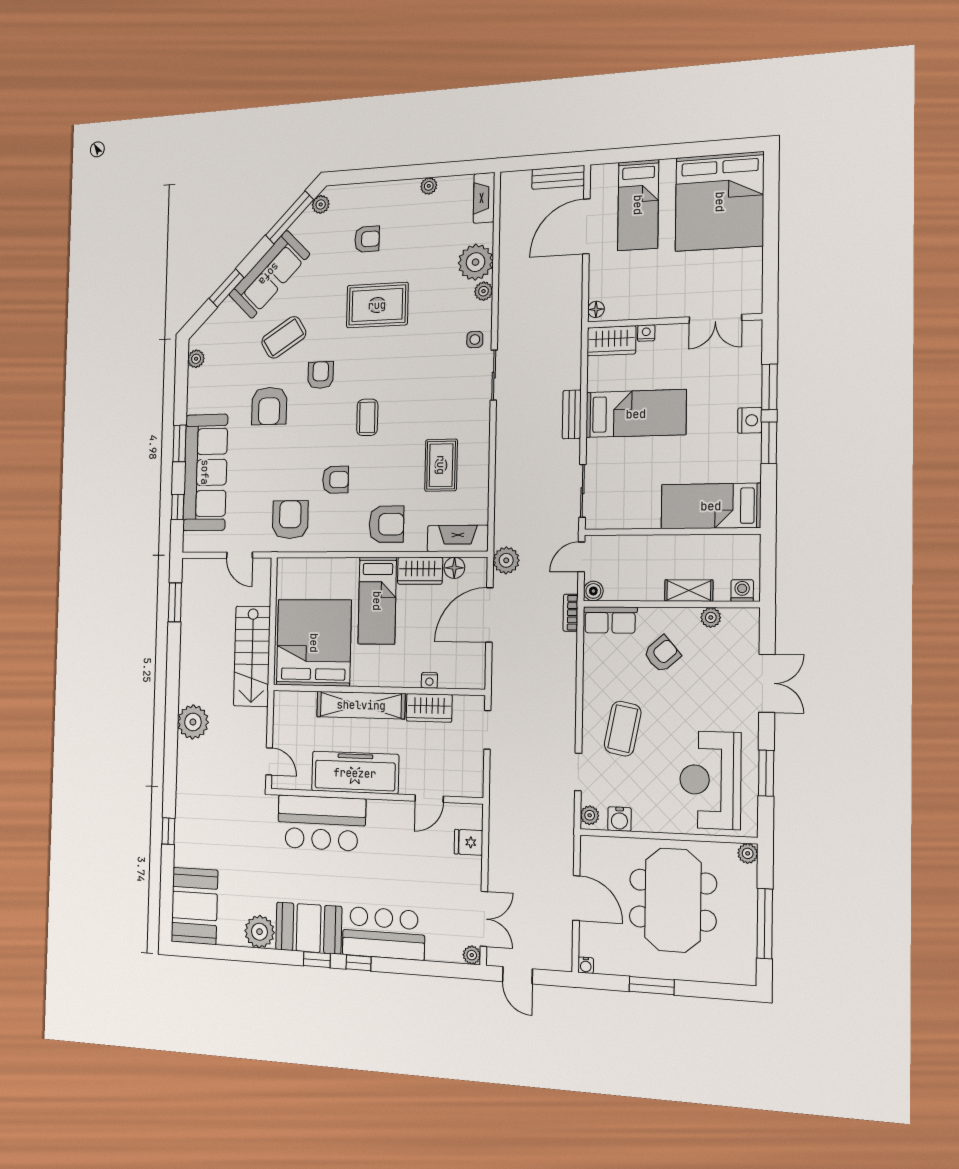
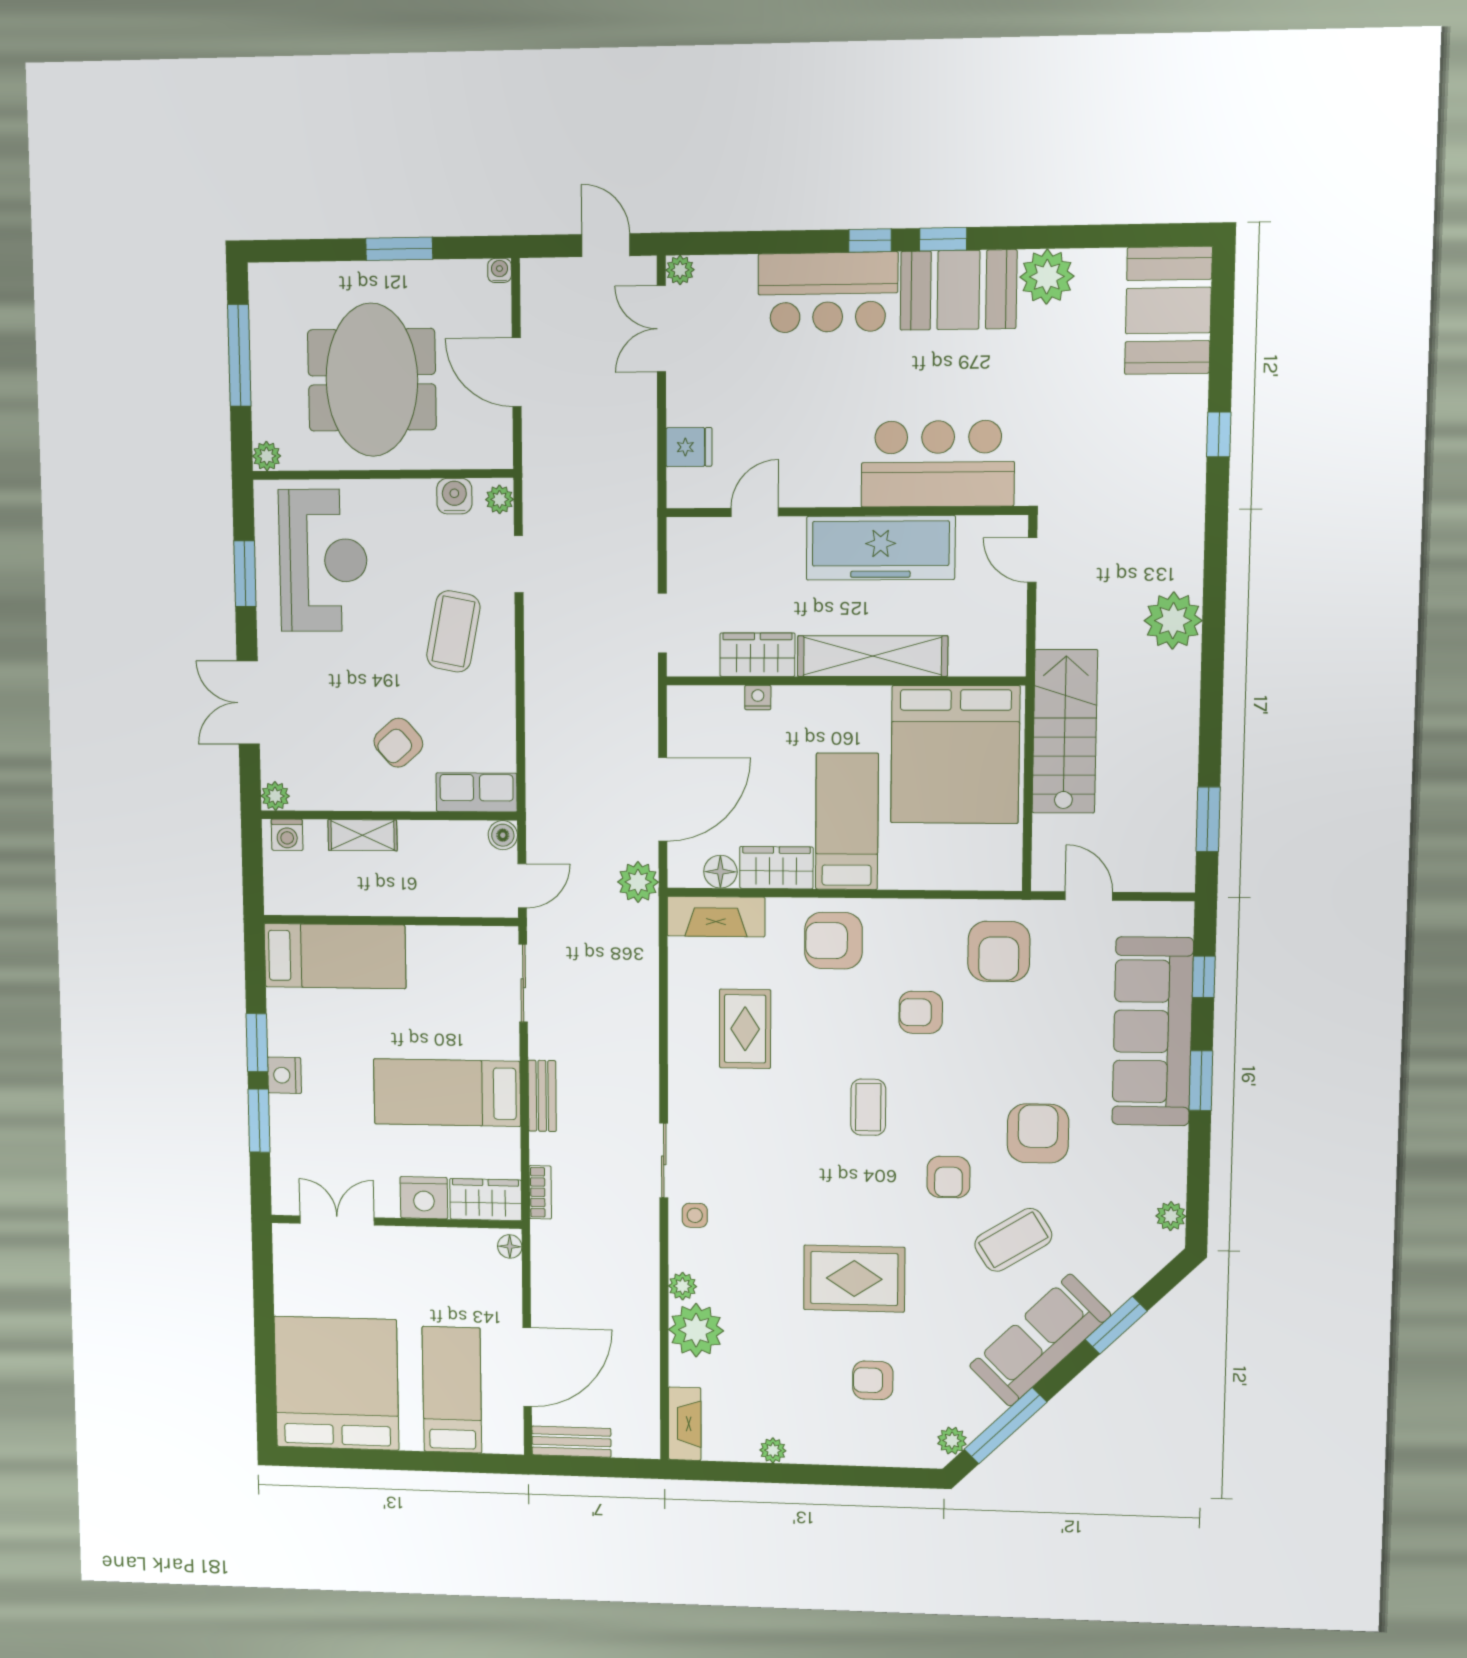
nightstand: (646, 333) -> (424, 1198), width x1.89, depth x1.79
bookcase: (571, 613) -> (540, 1192), moved
plant: (711, 617) -> (275, 796), moved

